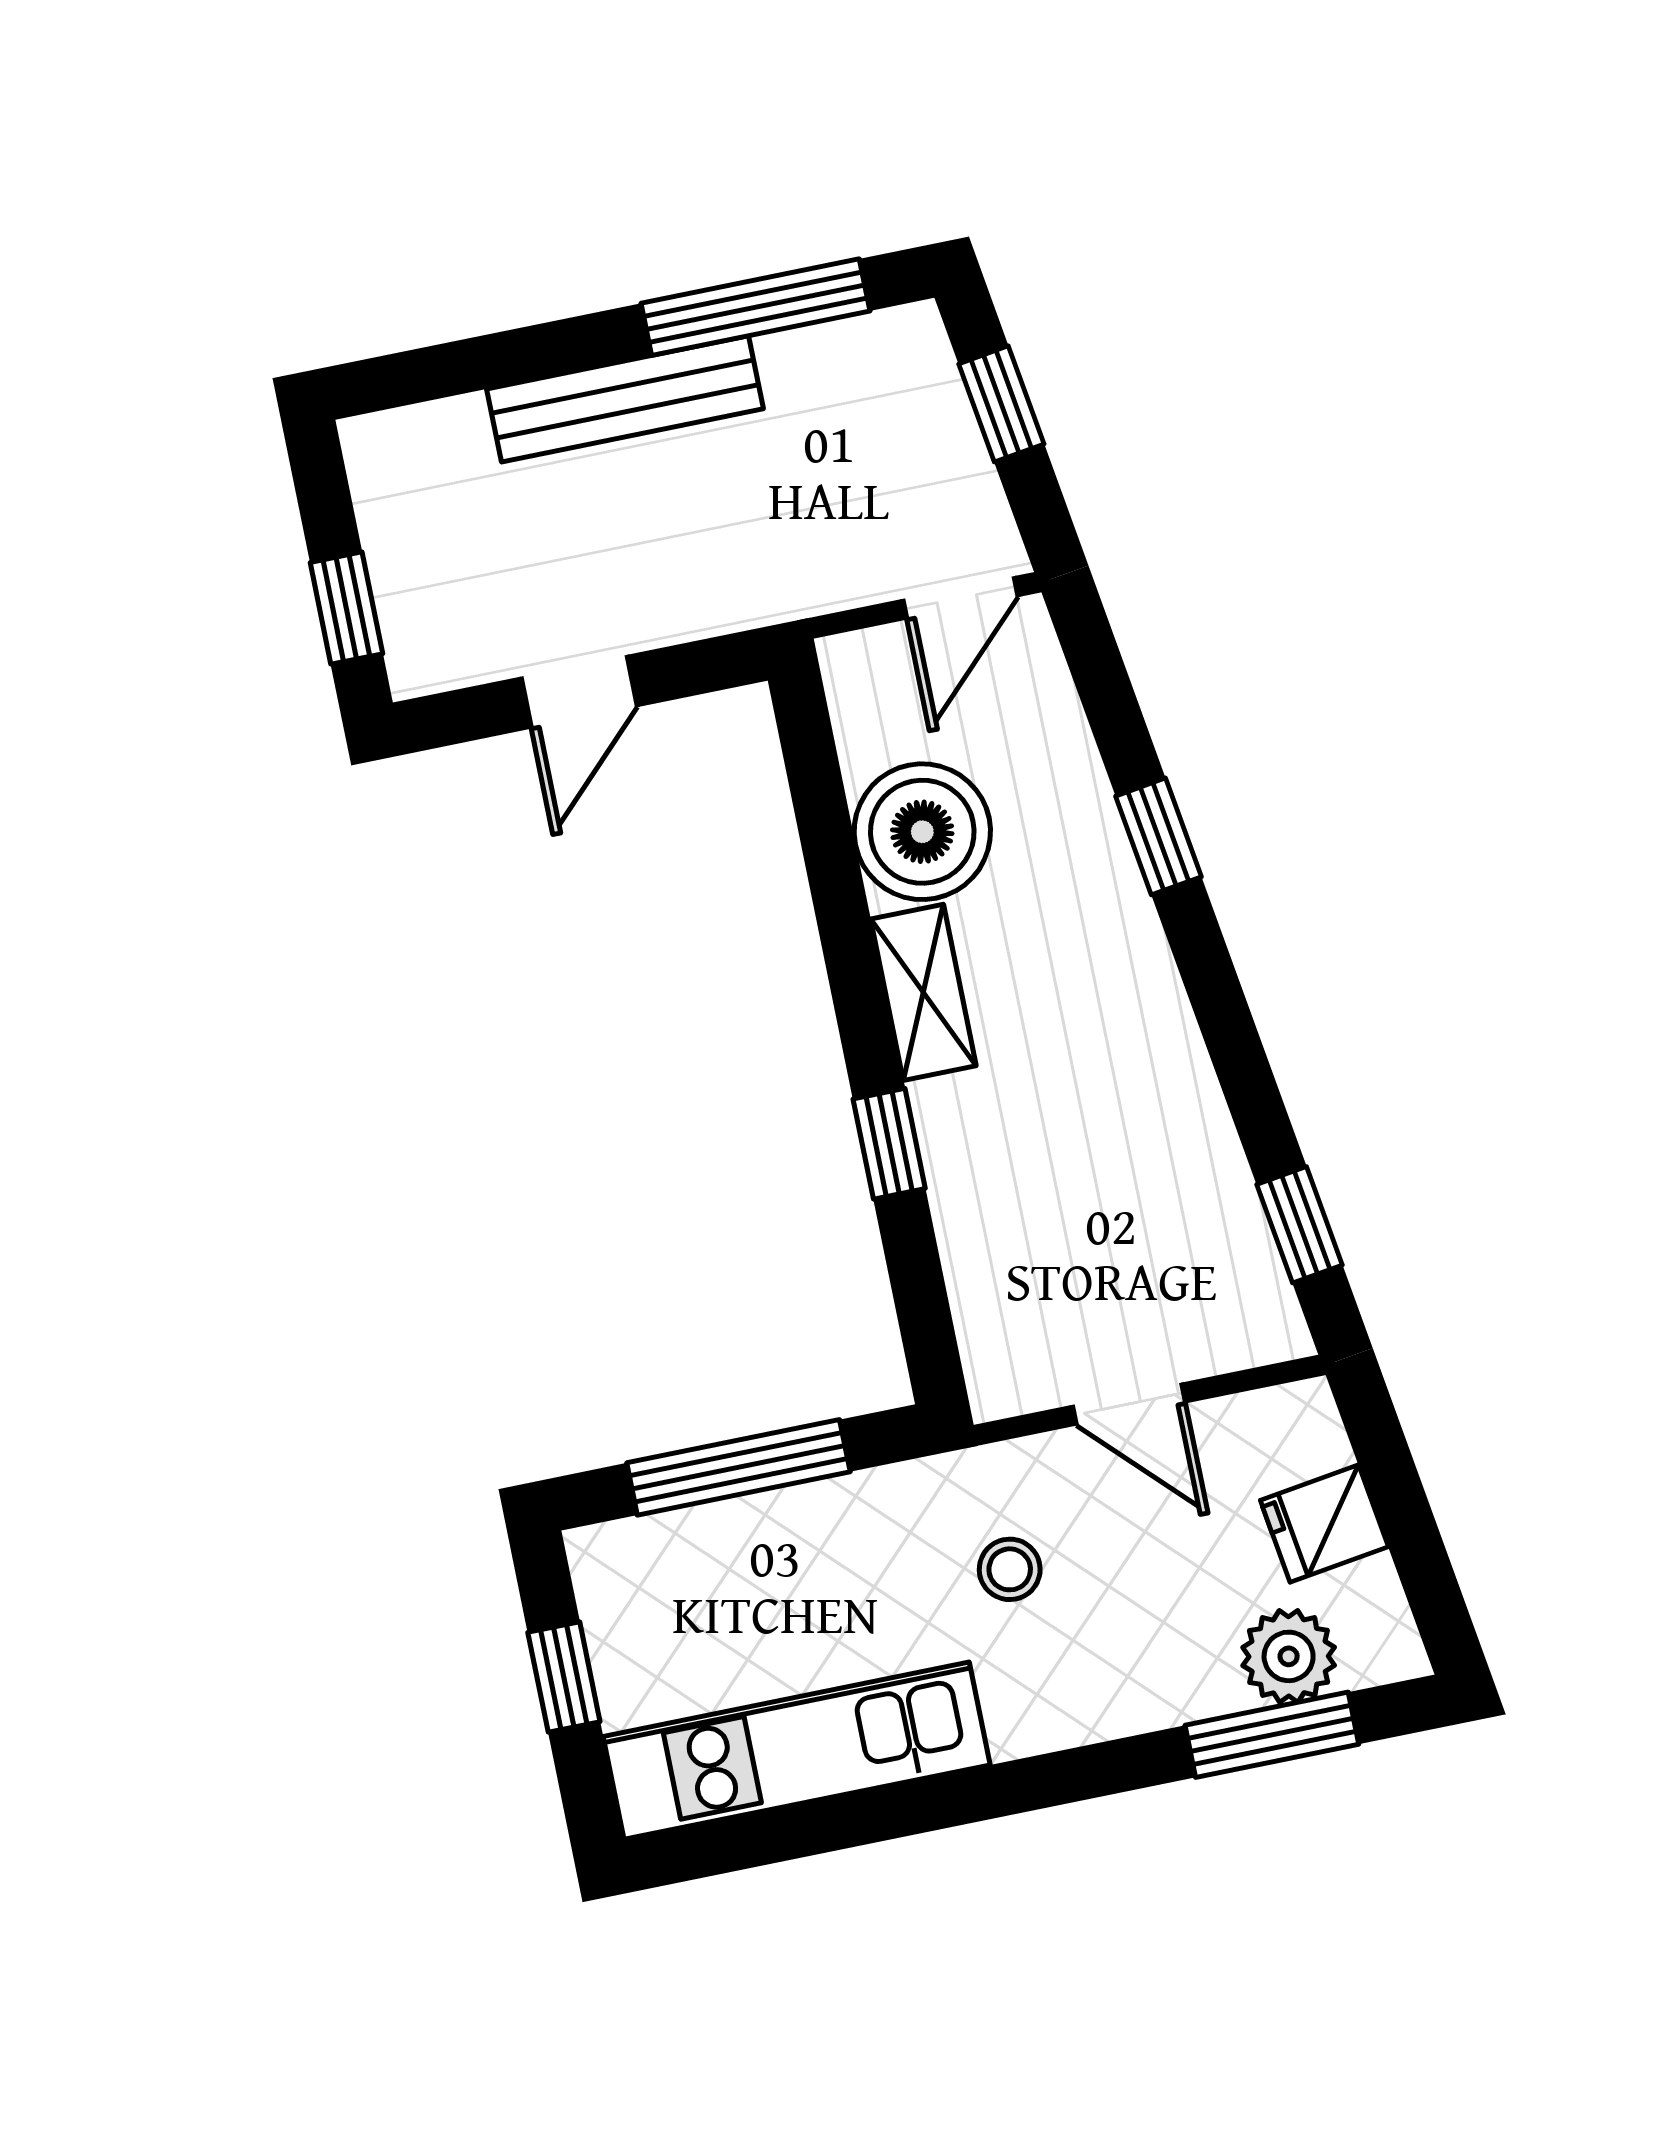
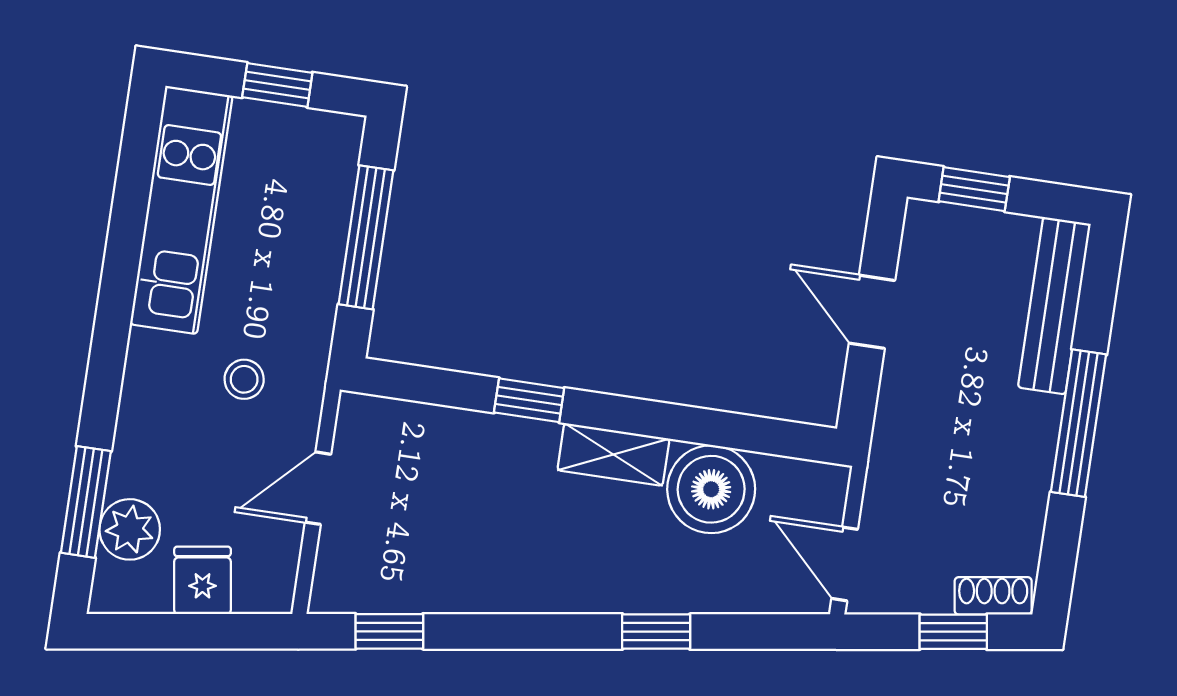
window: (755, 307) -> (1079, 423), moved
shoe rack: (928, 365) -> (993, 596), added
bench: (625, 399) -> (1054, 306), moved

